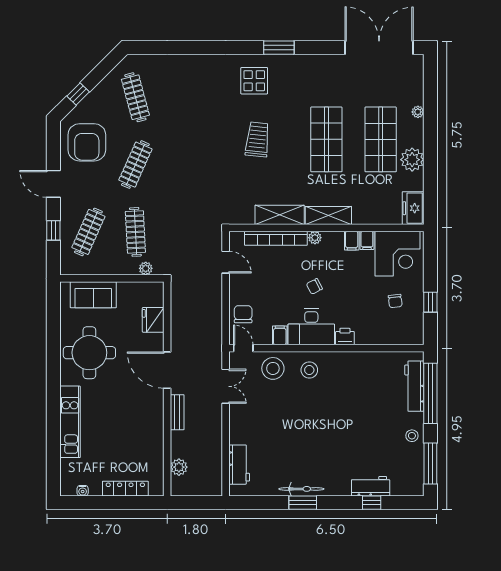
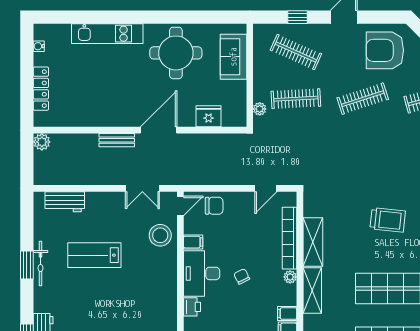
clothes rail: (135, 165) -> (363, 99), turned -42
stool: (309, 370) -> (159, 271), removed
lab bench: (293, 435) -> (94, 255), added
plant: (179, 467) -> (42, 142), moved

